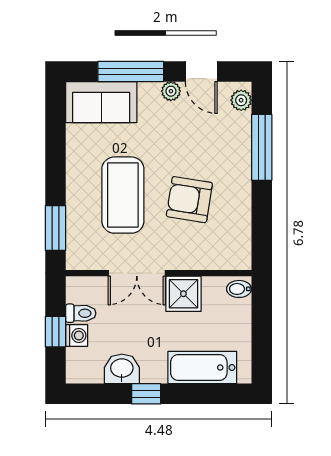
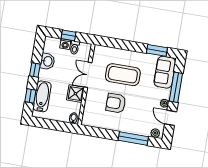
door: (201, 71) -> (171, 118), hinge flipped
armchair: (189, 200) -> (116, 103), turned -99
window: (56, 228) -> (157, 50), moved
window: (206, 394) -> (30, 96), added

